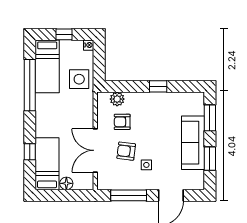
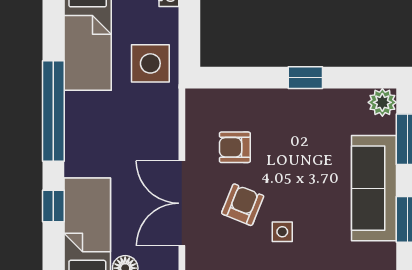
window: (30, 85) -> (53, 111), moved
plant: (117, 99) -> (382, 102), moved
armchair: (126, 151) -> (243, 205), turned 105

